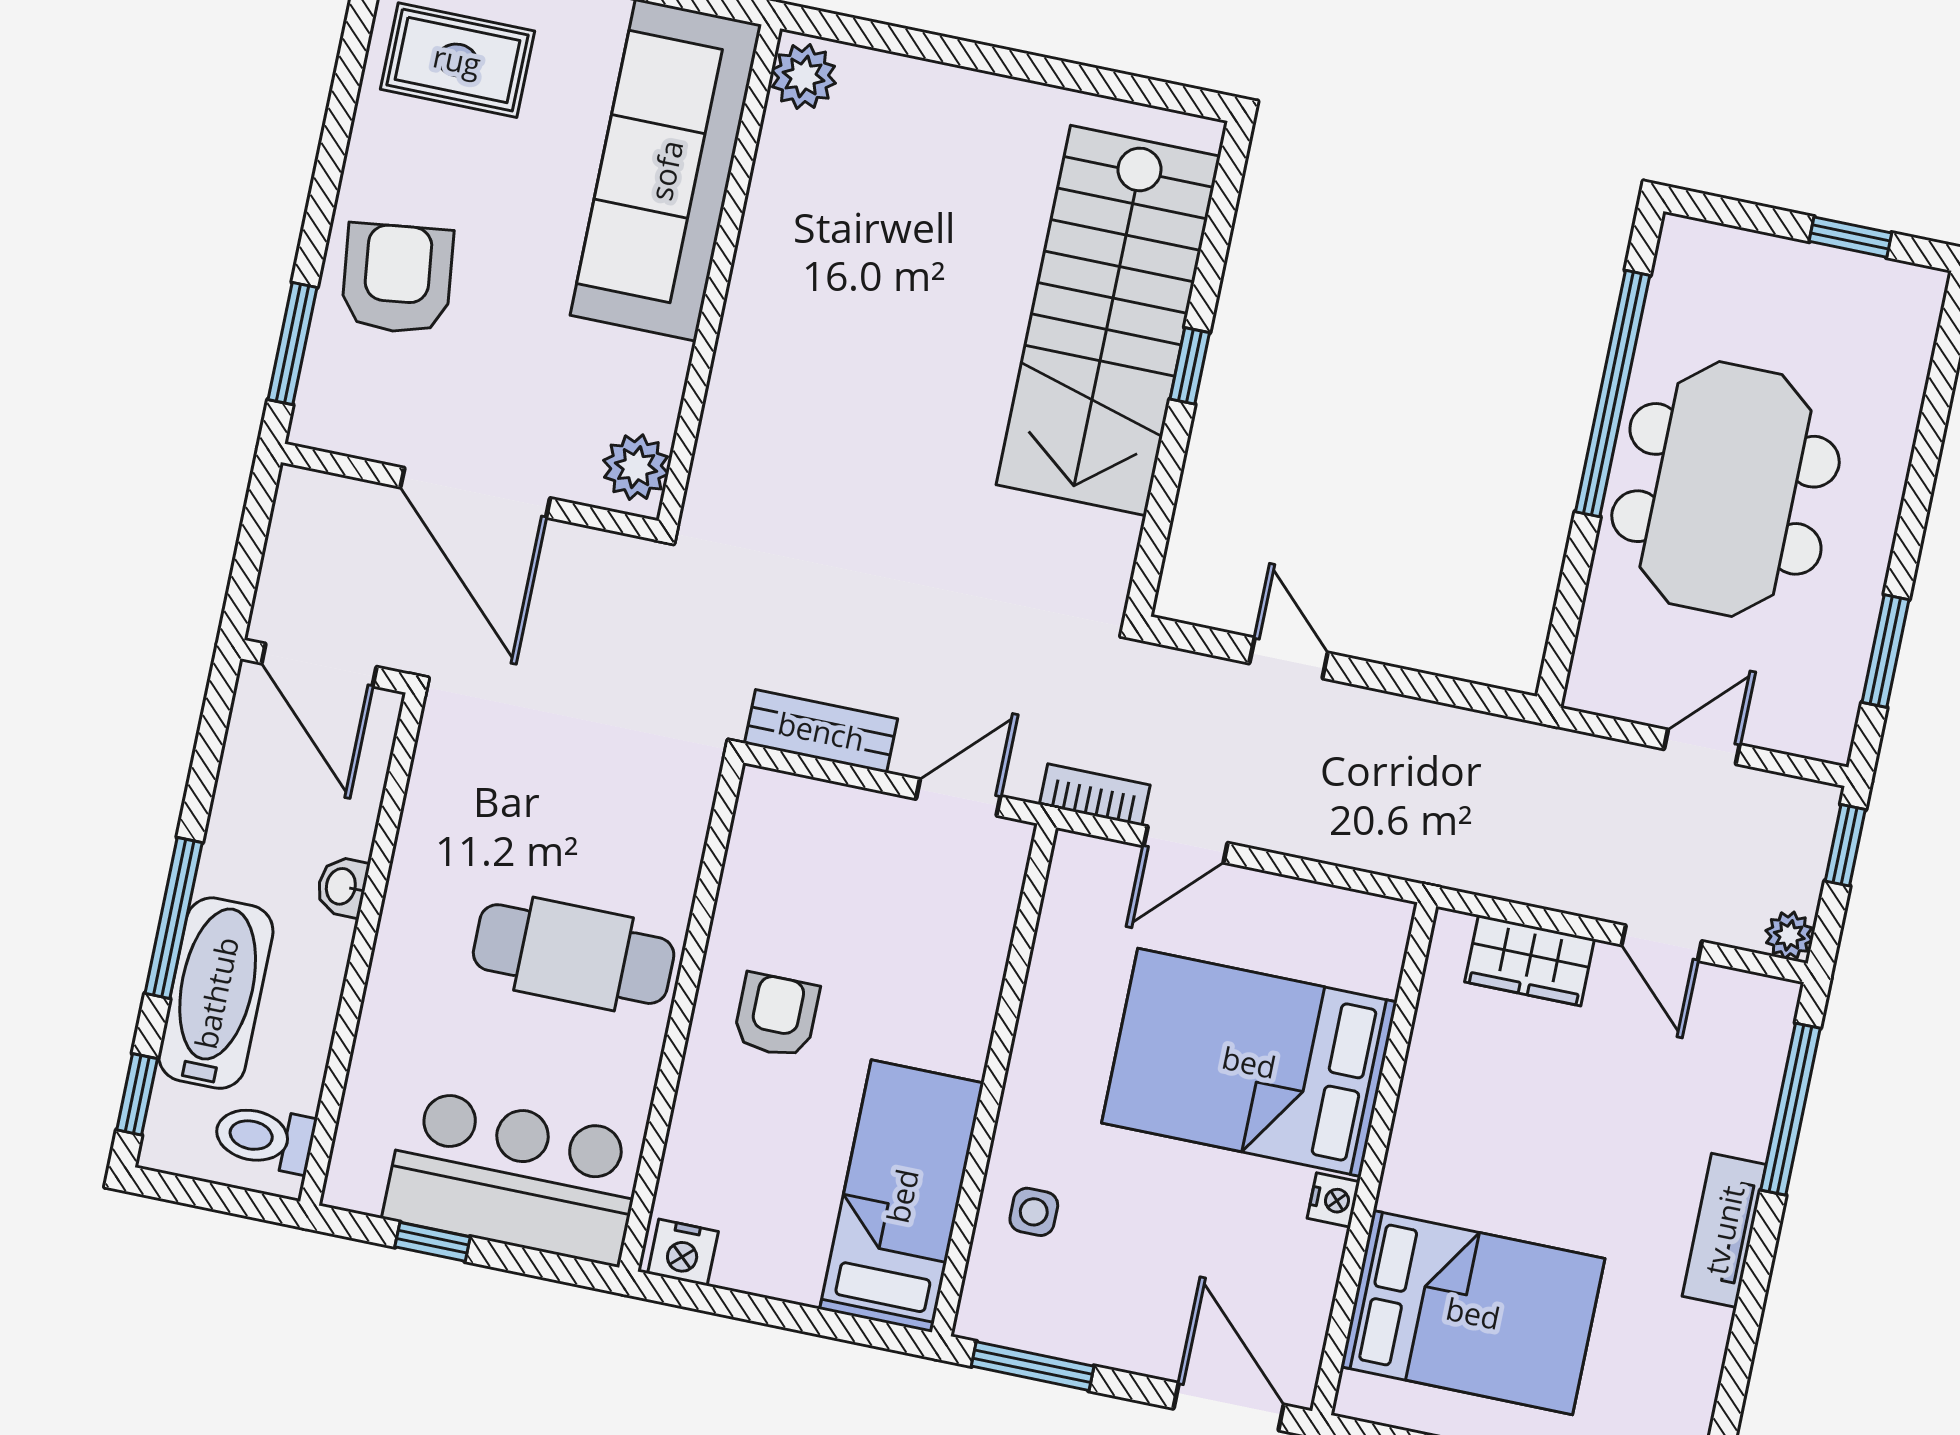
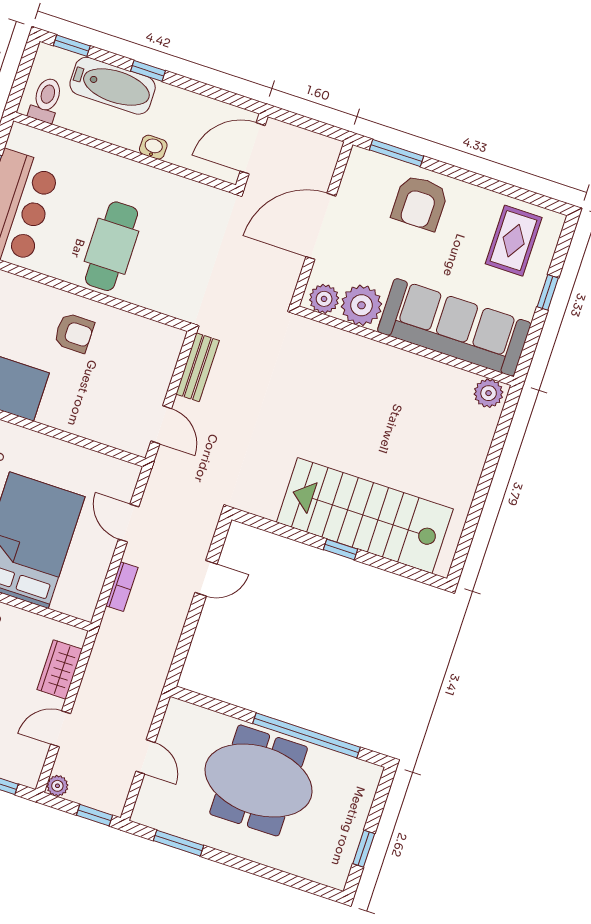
armchair: (397, 279) -> (420, 203), turned 97
plant: (641, 382) -> (361, 305), added
bookcase: (1095, 795) -> (122, 587), moved
window: (174, 918) -> (148, 71), width x0.46

